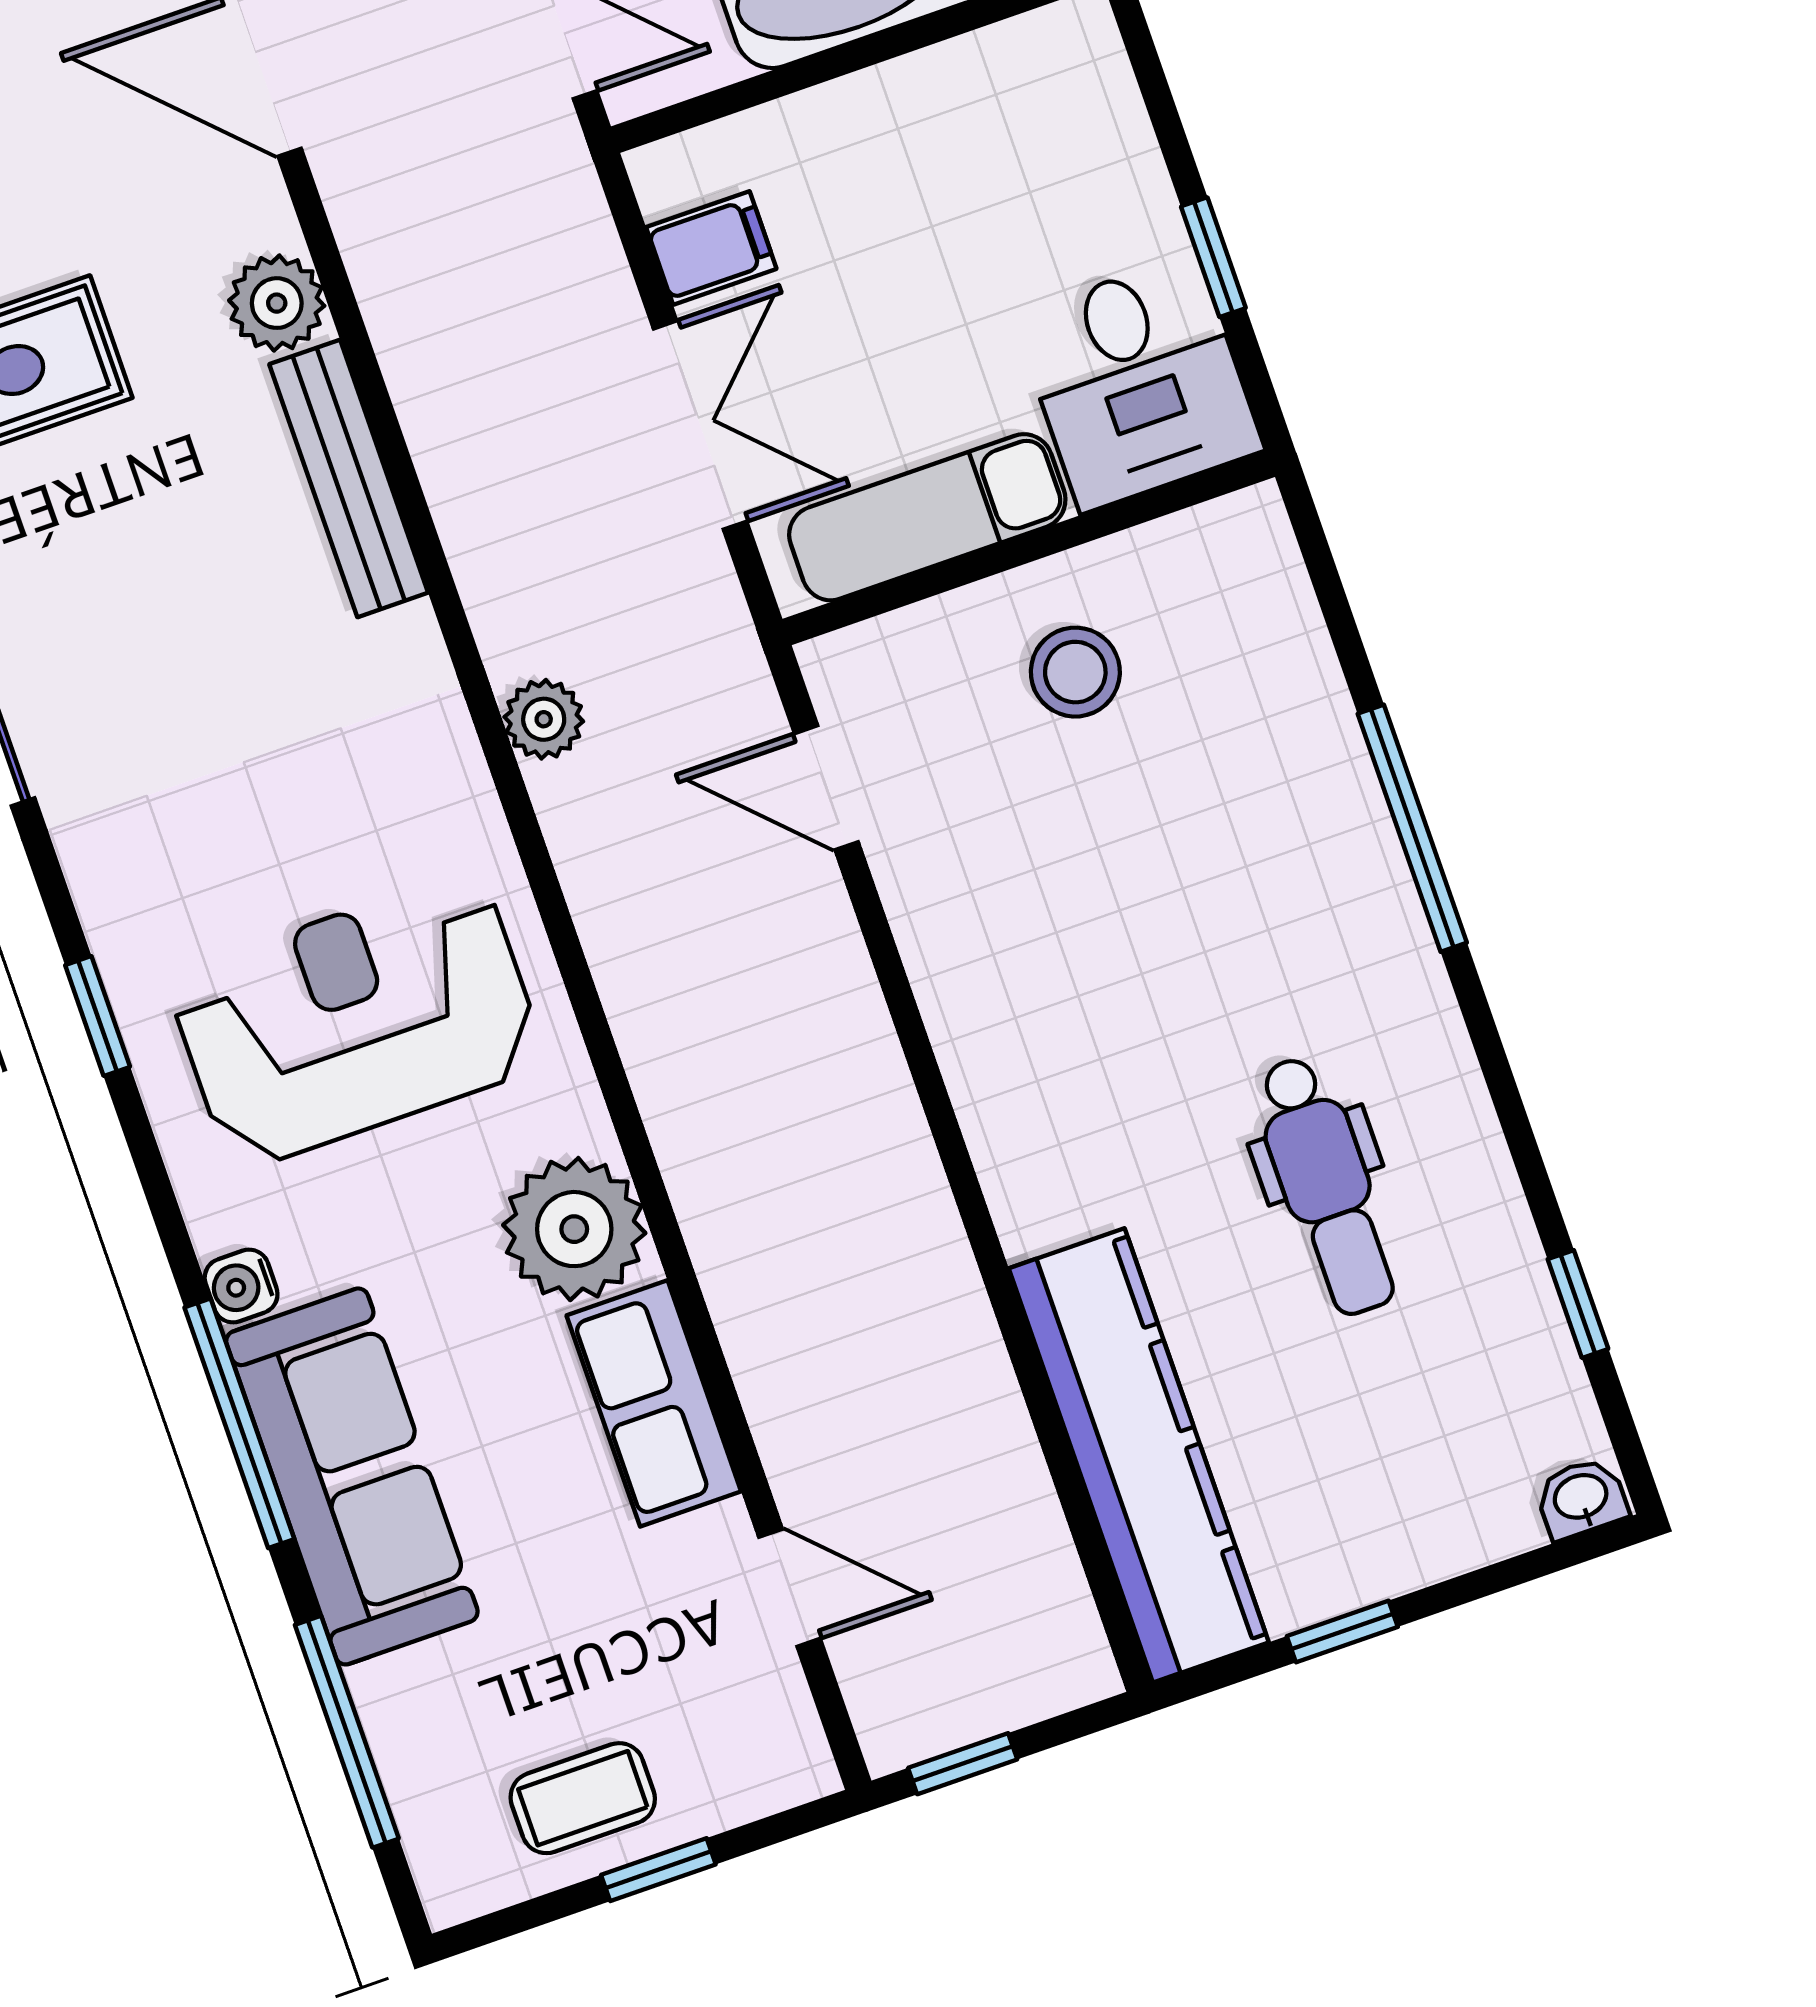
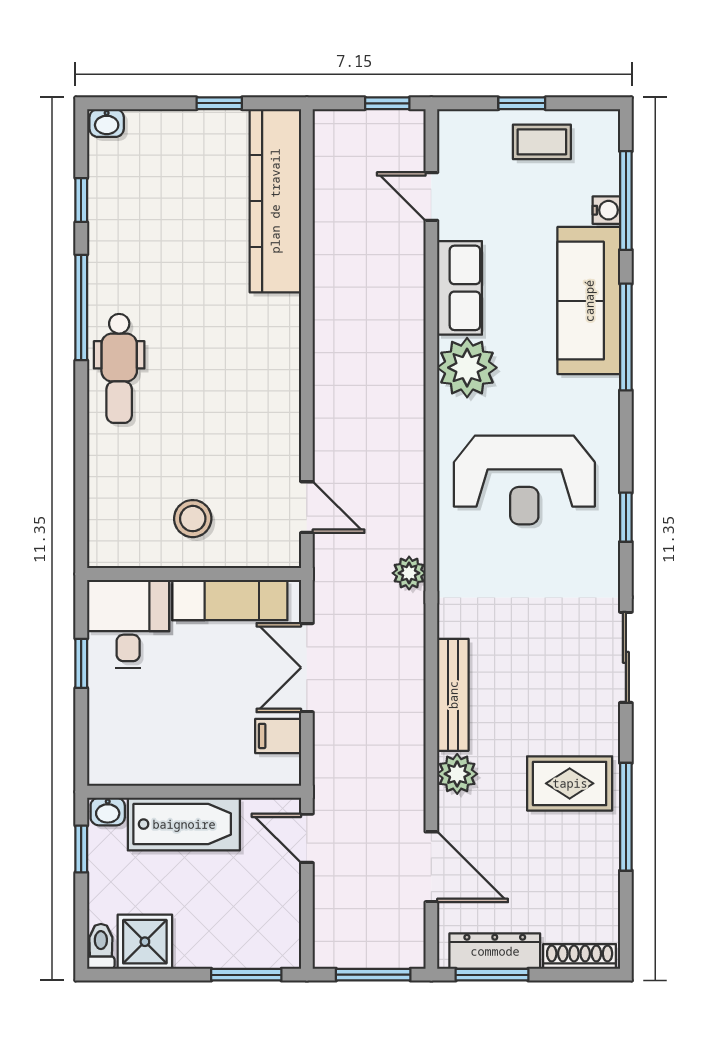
window: (1412, 828) -> (81, 307), moved
dental chair: (1326, 1186) -> (119, 368), moved, turned 180
water cooler: (241, 1286) -> (606, 210), moved

